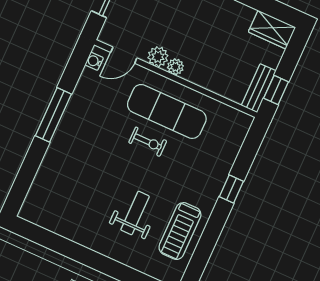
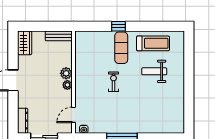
door: (124, 55) -> (73, 115), swing flipped
plant: (158, 57) -> (66, 73), moved
window: (276, 90) -> (56, 26), removed
exercise mat: (167, 111) -> (121, 48), moved, width x0.73, depth x0.69

